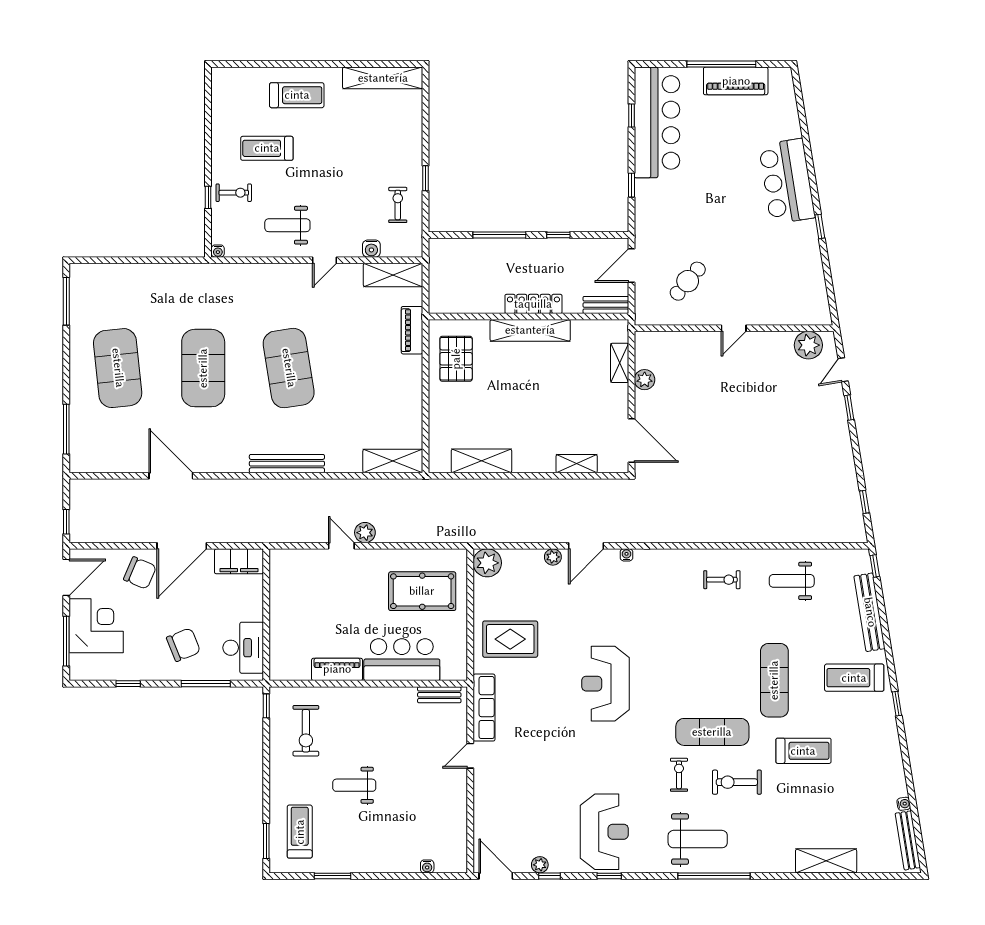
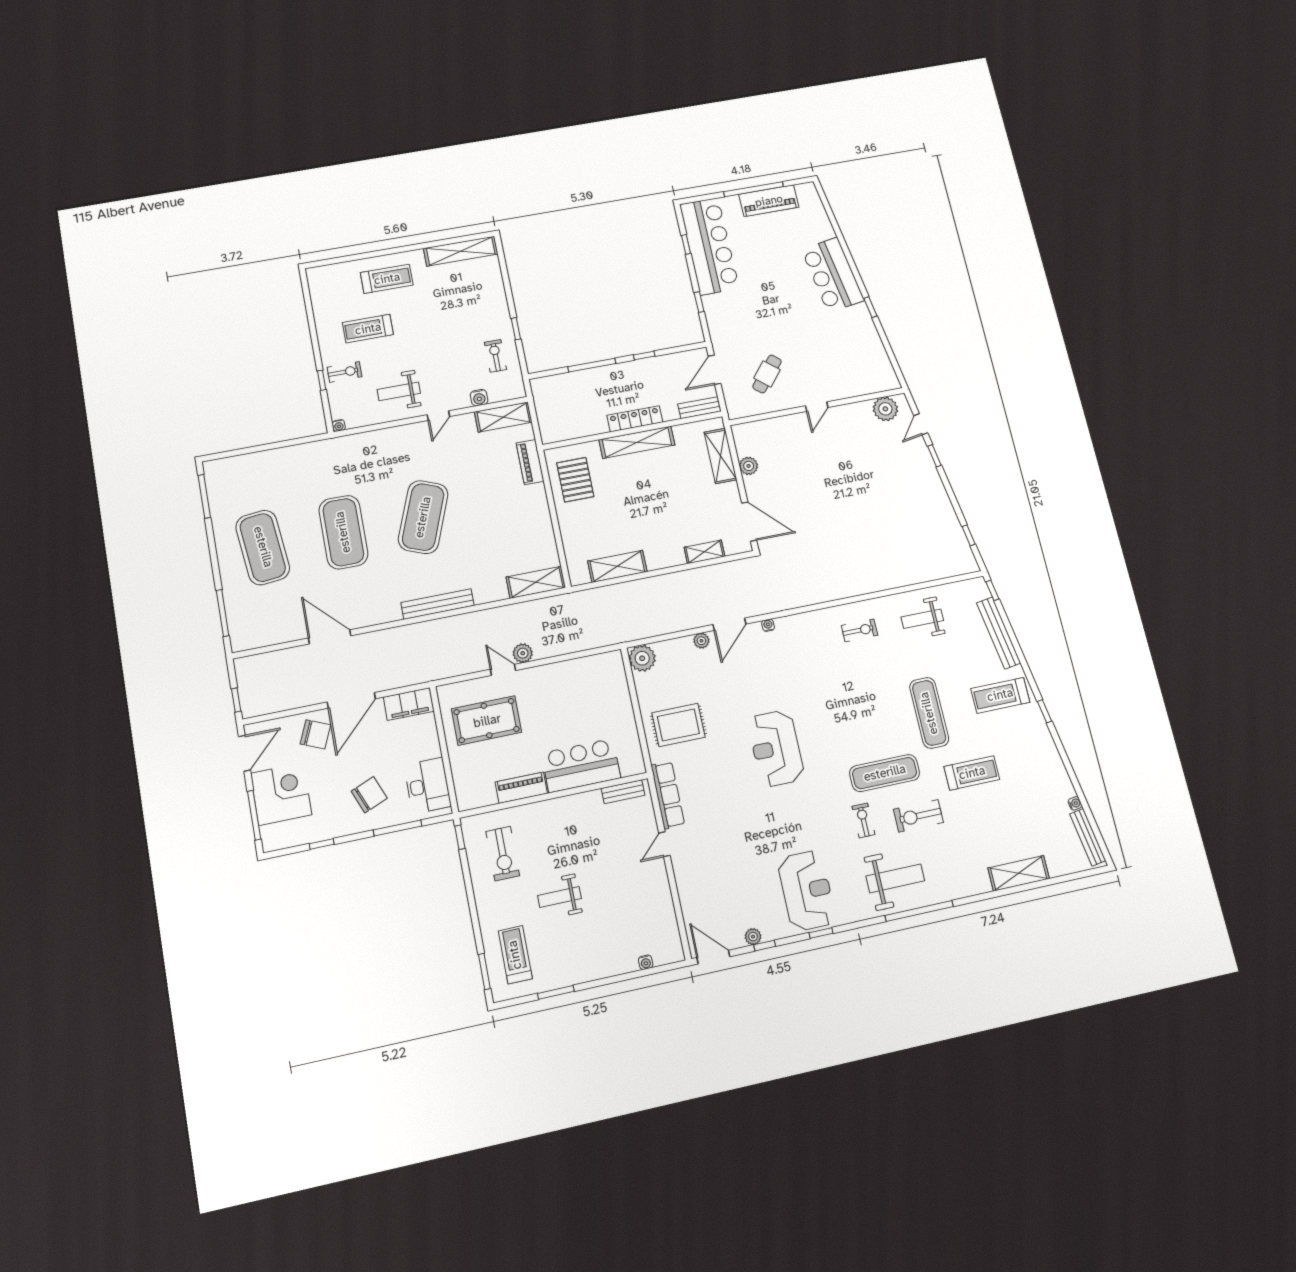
shelving: (620, 363) -> (720, 456), width x1.50, depth x1.33
exercise mat: (289, 368) -> (423, 517), turned 30
pool table: (422, 591) -> (487, 721), moved

